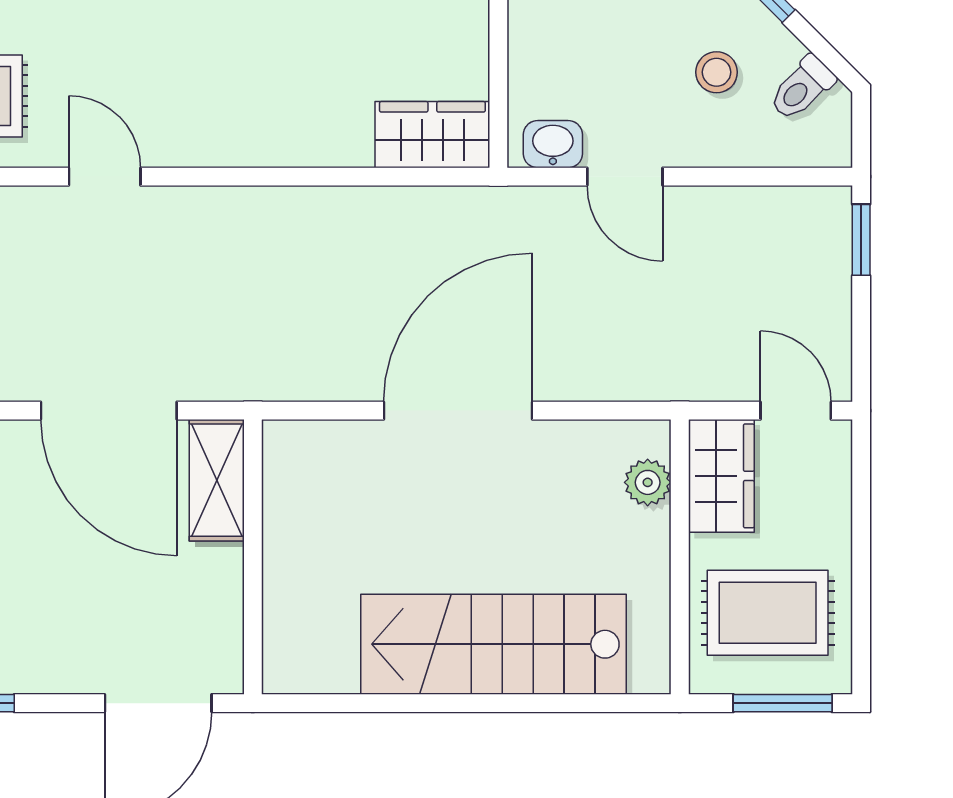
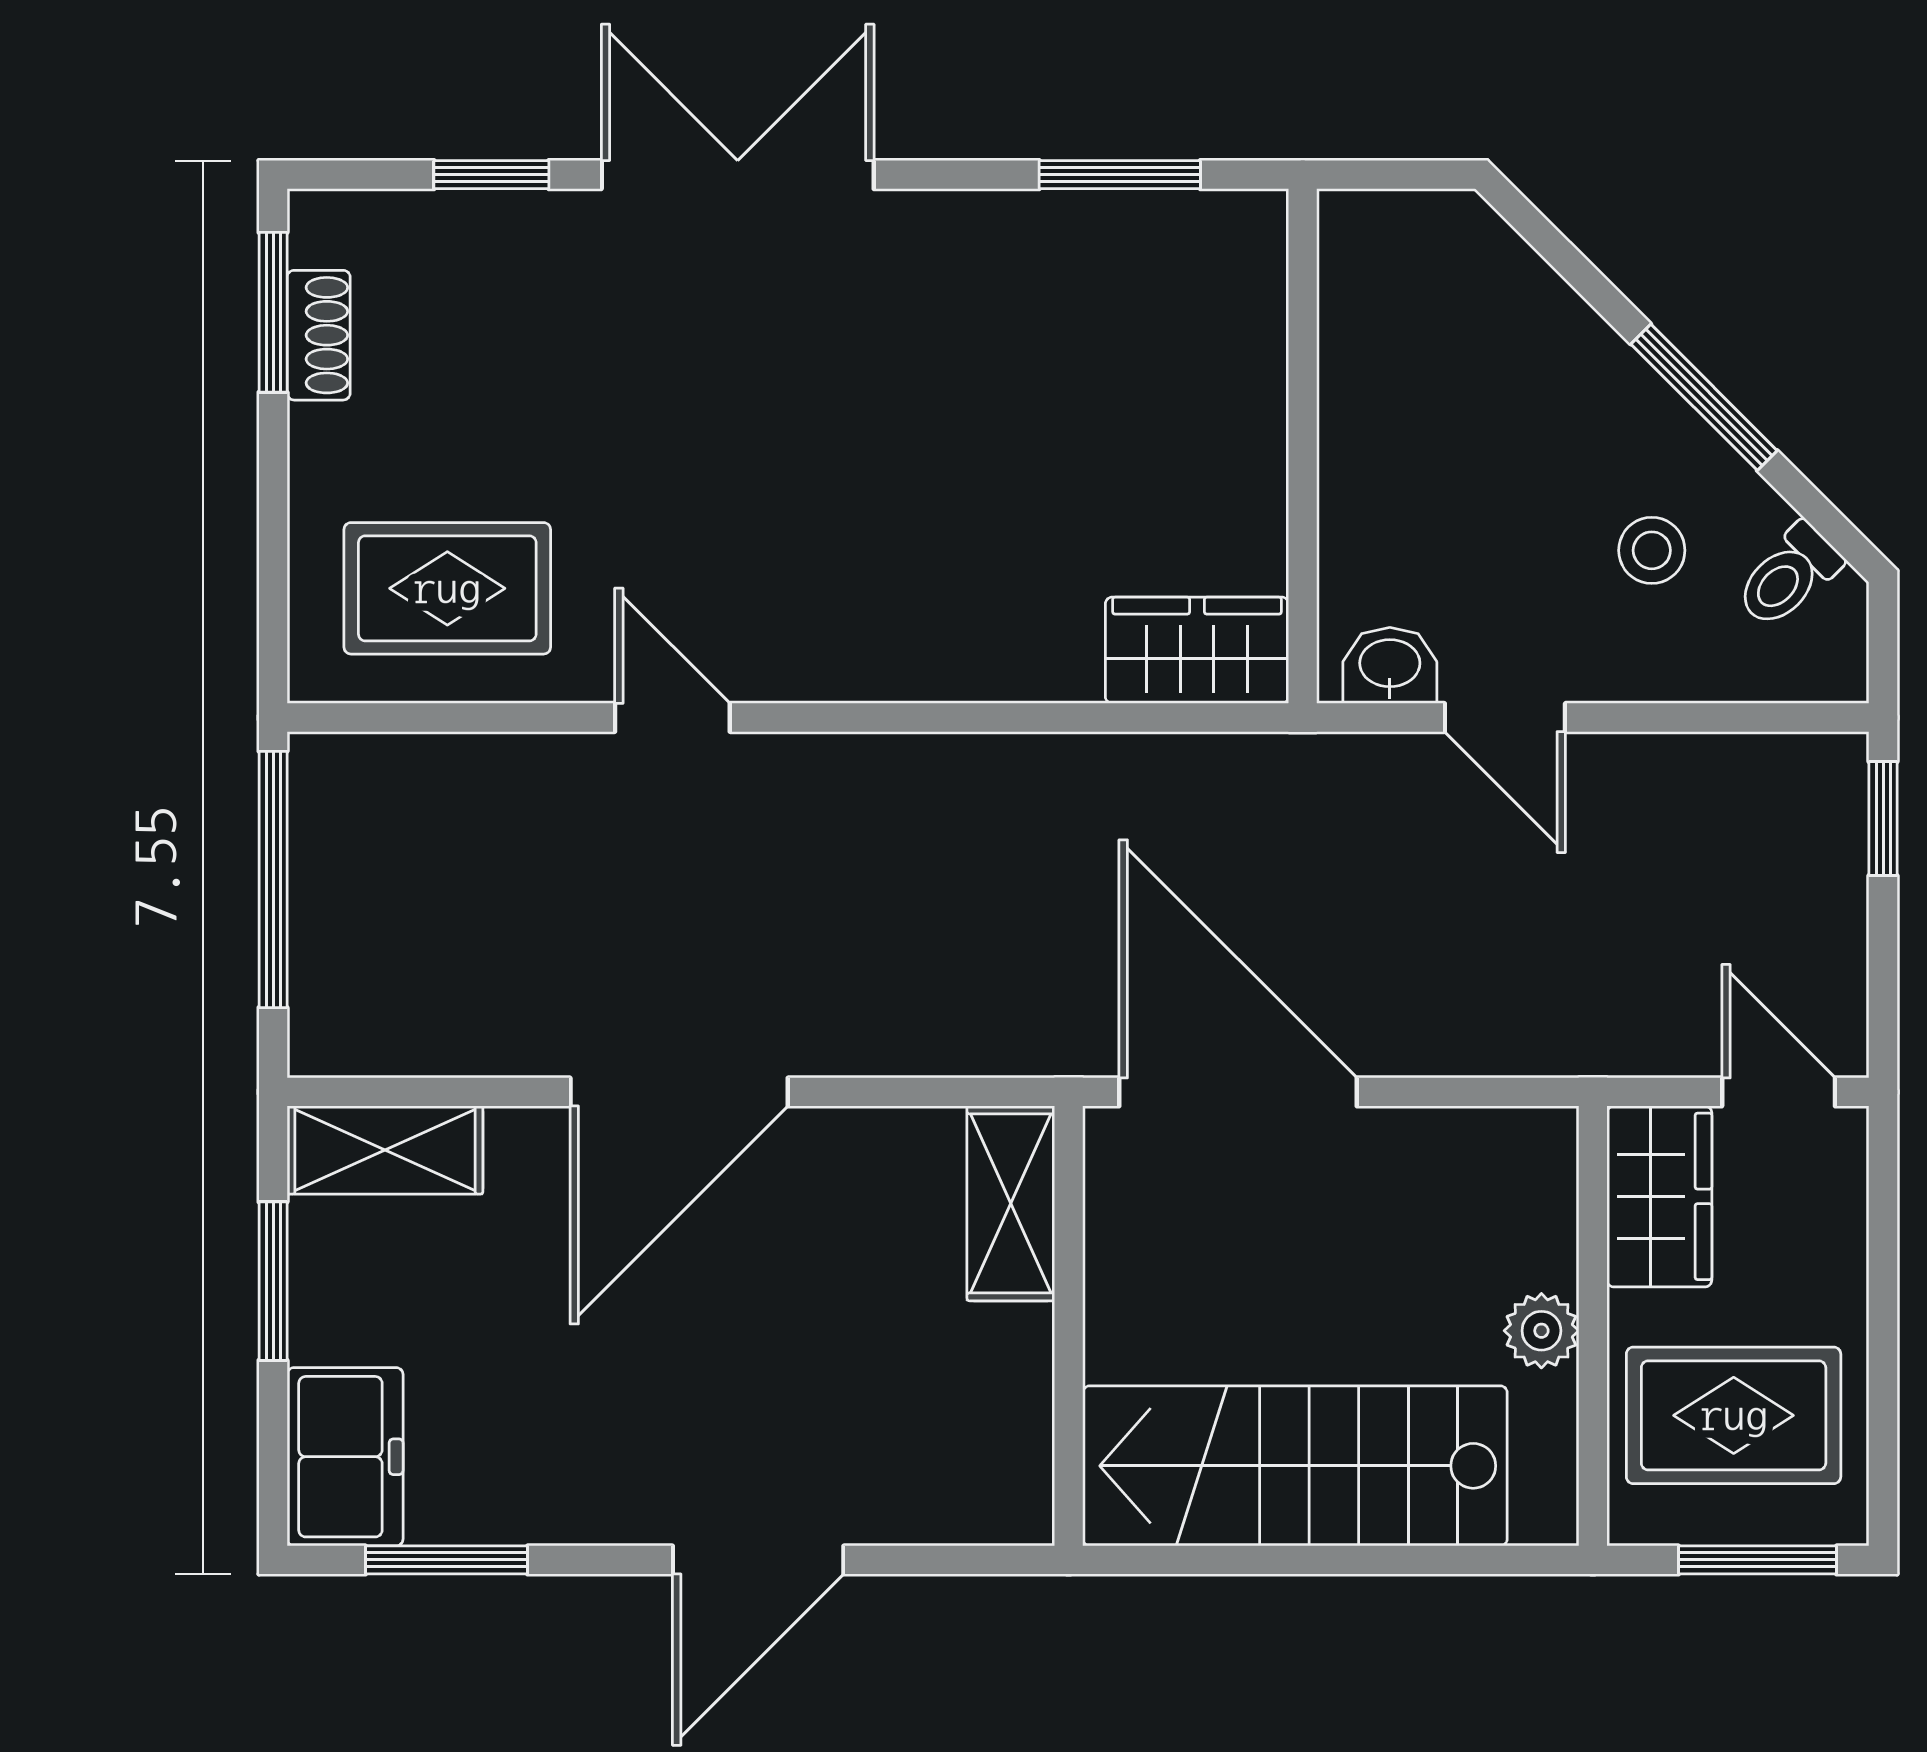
door: (109, 411) -> (679, 1092), hinge flipped
door: (458, 411) -> (1238, 1092), hinge flipped
shelving: (217, 480) -> (1011, 1203), moved
plant: (648, 482) -> (1541, 1331), moved
wall: (253, 557) -> (1069, 1326), moved

